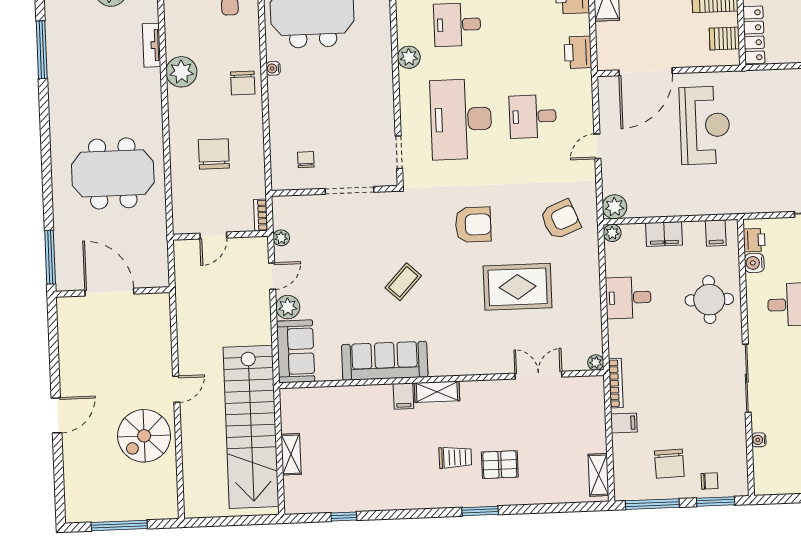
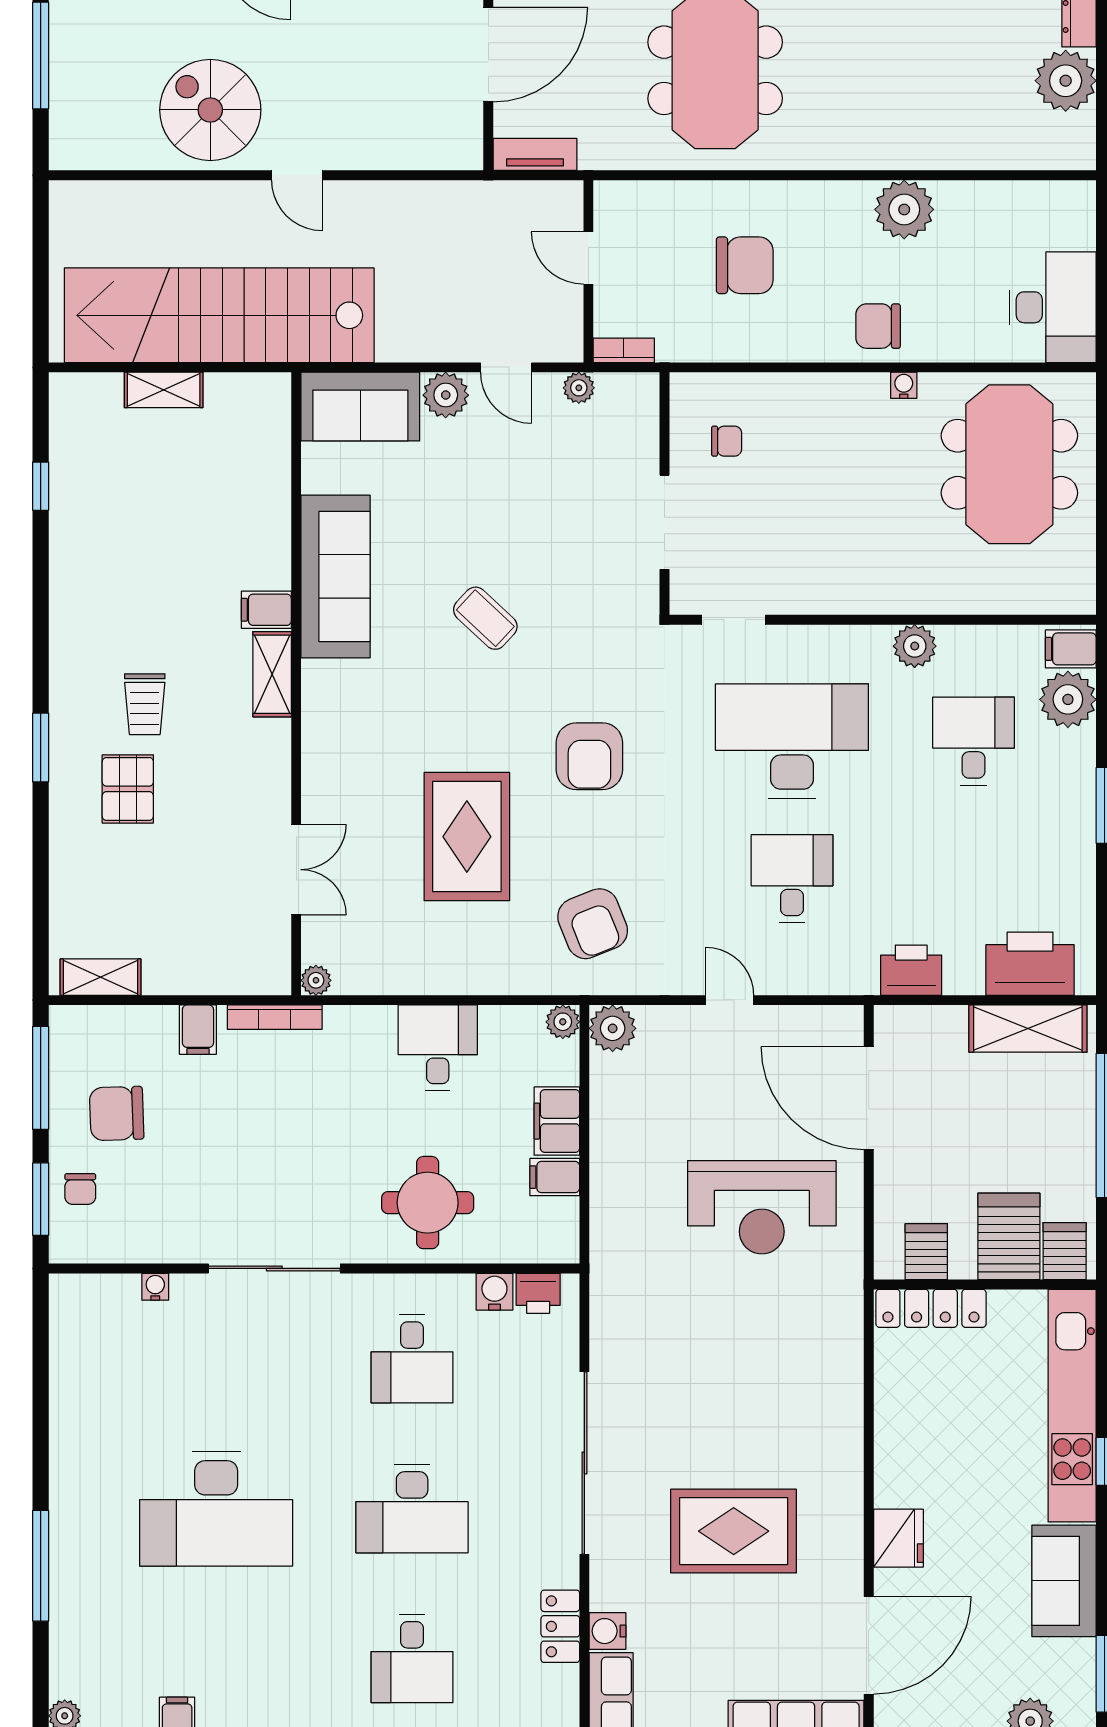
tv unit: (152, 45) -> (535, 154), moved
filing cabinet: (716, 233) -> (555, 1177), moved

